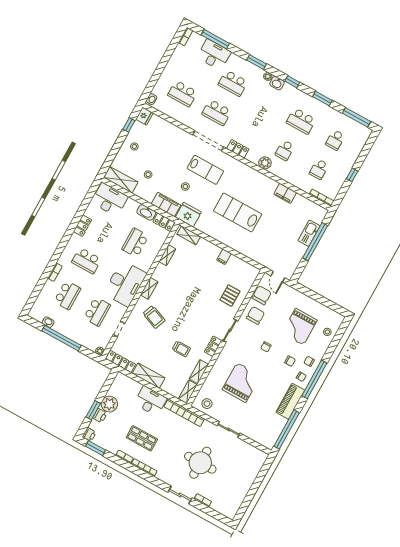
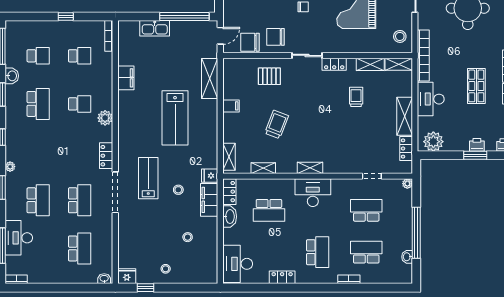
washbasin: (277, 83) -> (12, 76), moved
shelving: (121, 180) -> (210, 79), moved
fridge: (188, 215) -> (210, 176), width x0.53, depth x0.75
window: (315, 242) -> (184, 17), moved
desk: (125, 284) -> (313, 193), width x0.73, depth x0.77
trolley: (154, 317) -> (277, 124), moved
locker: (121, 362) -> (406, 148), width x0.66
plant: (109, 404) -> (433, 142), moved

